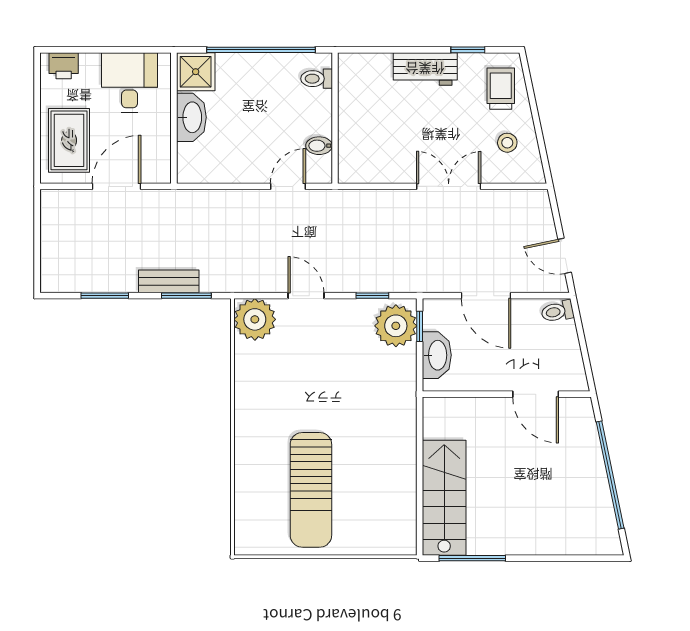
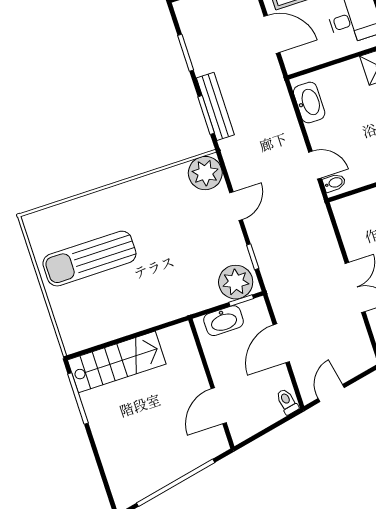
washbasin: (191, 117) -> (309, 103), moved, turned -90
bidet: (319, 146) -> (334, 183), moved, turned 90
bench: (169, 281) -> (215, 106), width x1.36

